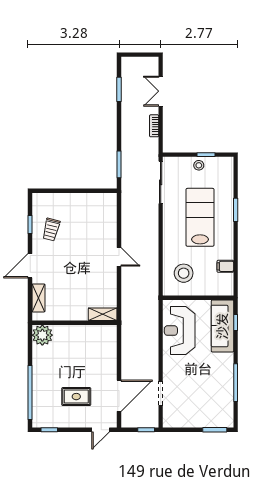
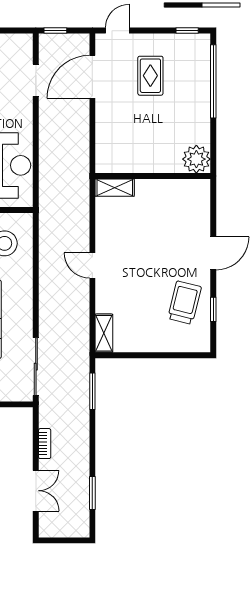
trolley: (51, 230) -> (184, 303), width x1.36, depth x1.39
shelving: (38, 298) -> (104, 333), moved
rug: (76, 397) -> (150, 76), turned 90

